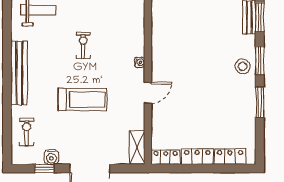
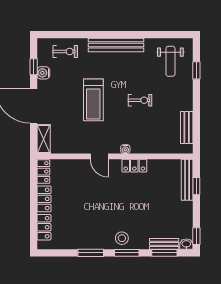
locker: (159, 52) -> (134, 166), added
shelving: (137, 147) -> (44, 139), moved, turned 90

